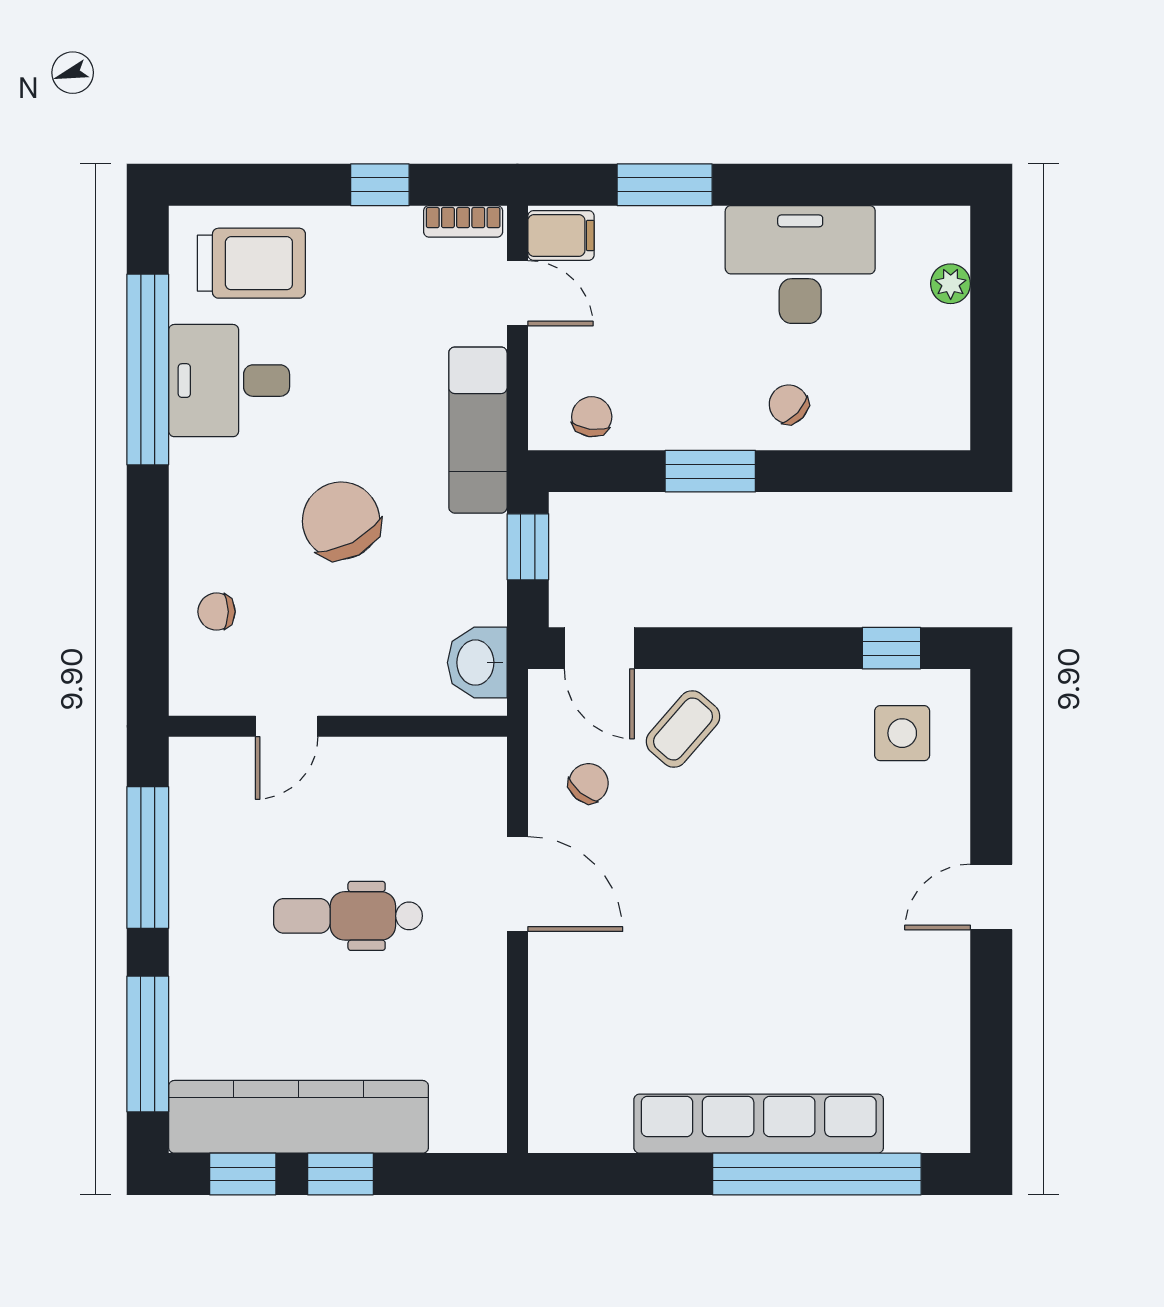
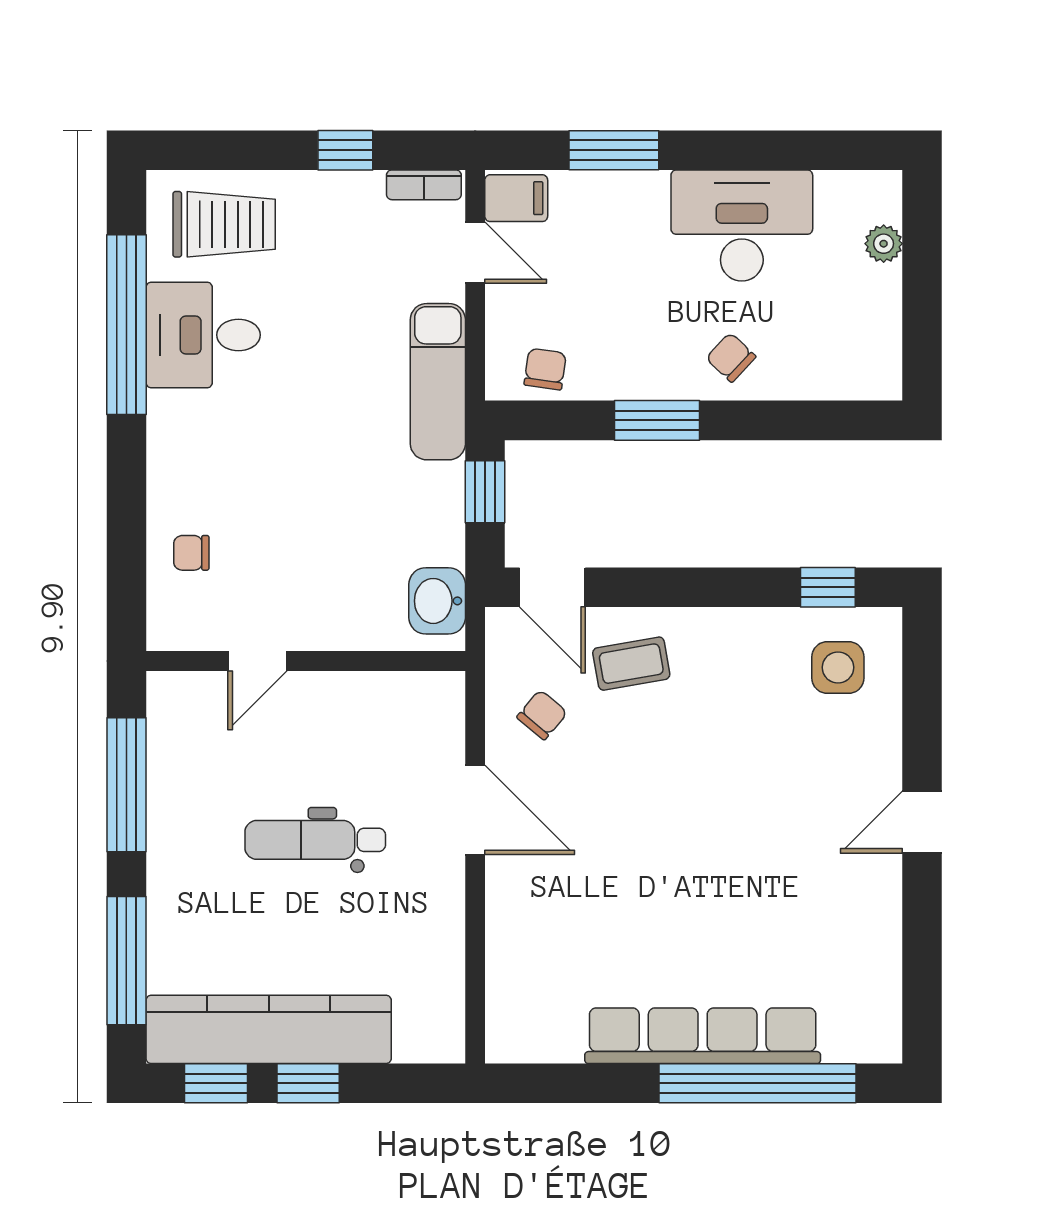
chair: (341, 521) -> (309, 467), removed
coffee table: (683, 729) -> (631, 664), turned 39

